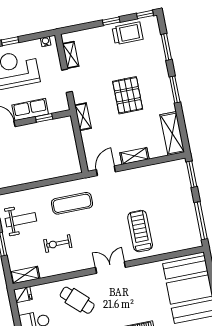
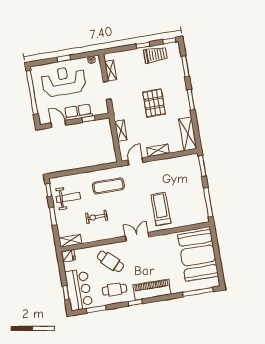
shelving: (83, 117) -> (121, 131), moved

